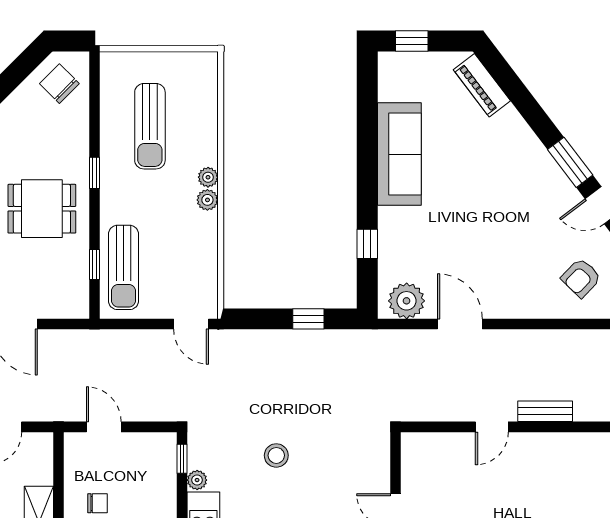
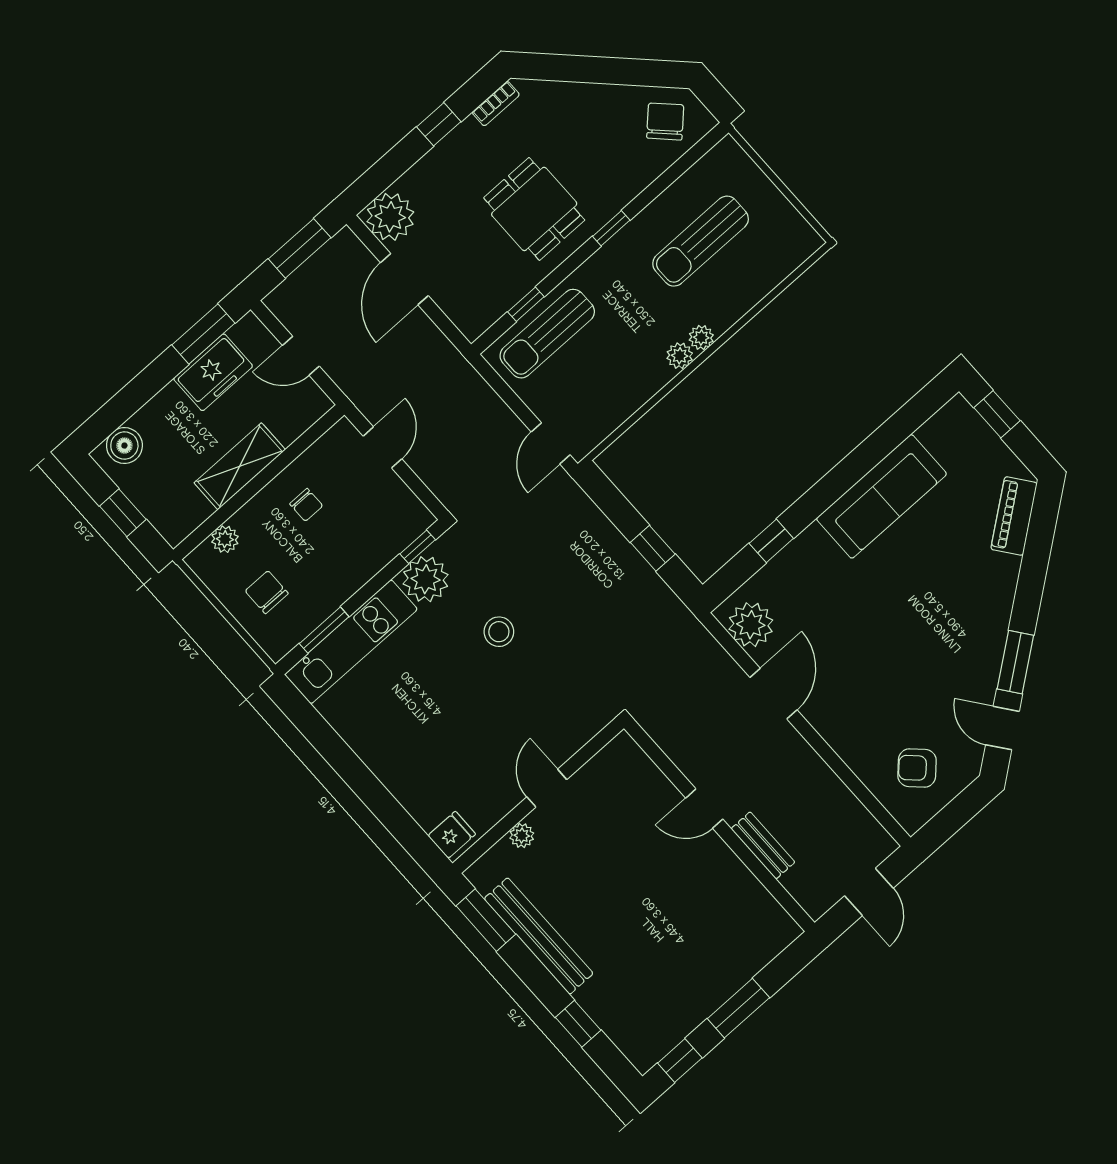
plant: (197, 480) -> (426, 579), width x1.88, depth x1.88

